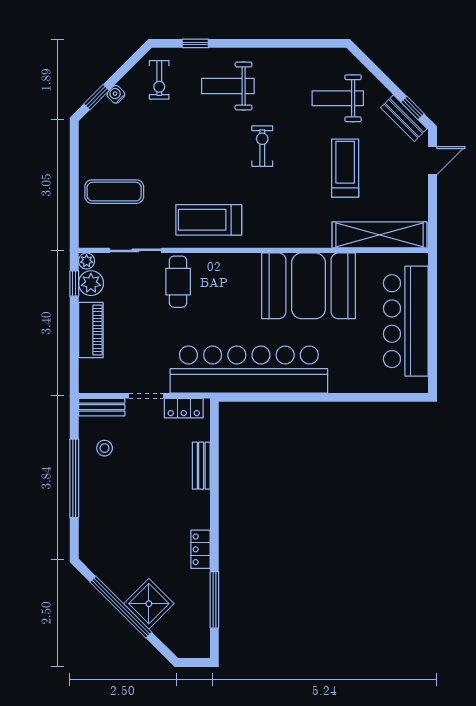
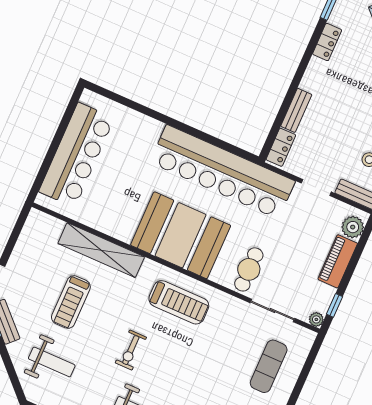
exercise mat: (114, 192) -> (269, 366), turned 90
treadmill: (209, 220) -> (179, 302), moved
shelving: (379, 235) -> (101, 250), moved
plant: (91, 283) -> (353, 227), moved
booth: (308, 286) -> (181, 235), moved
locker: (184, 408) -> (281, 147), moved, turned 90

